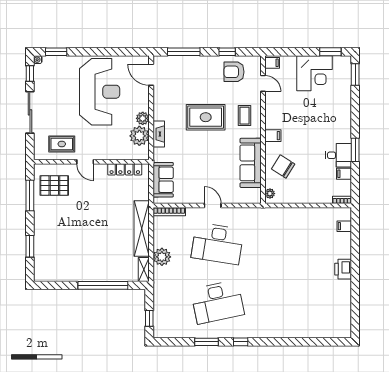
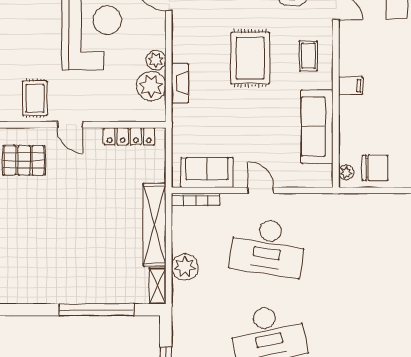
rug: (206, 117) -> (250, 58), turned 90
rug: (62, 144) -> (35, 98), turned 90
chair: (283, 167) -> (375, 168), moved, turned 148
sofa: (163, 180) -> (207, 173), moved, turned -90

